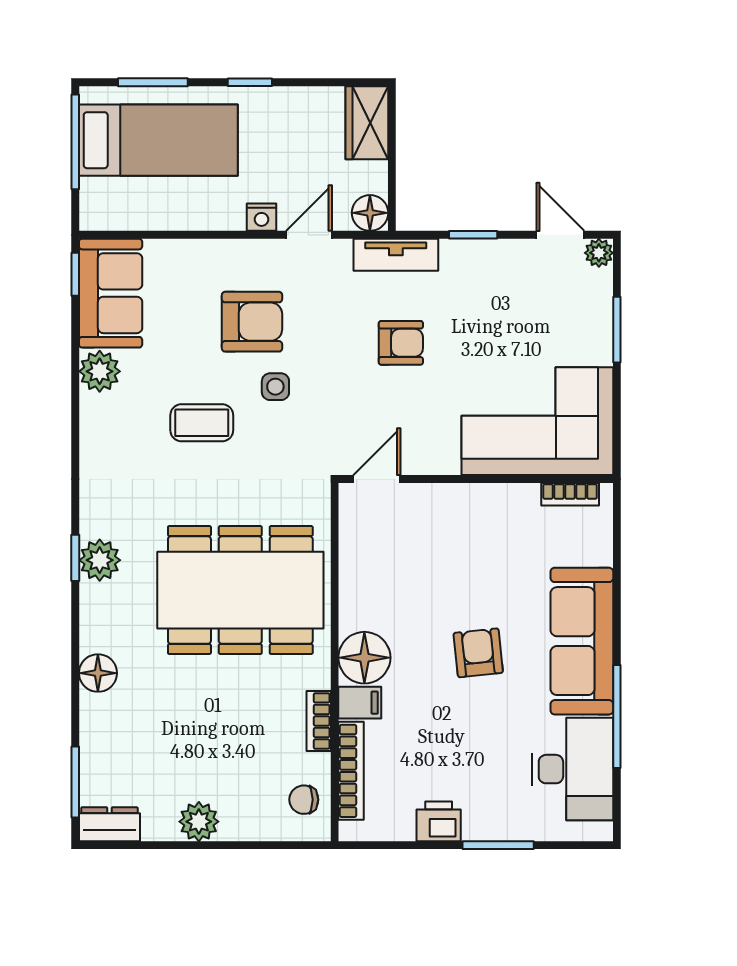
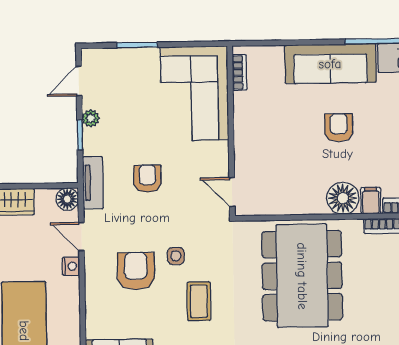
plant: (599, 253) -> (91, 118), moved
armchair: (478, 653) -> (339, 128), turned 96

